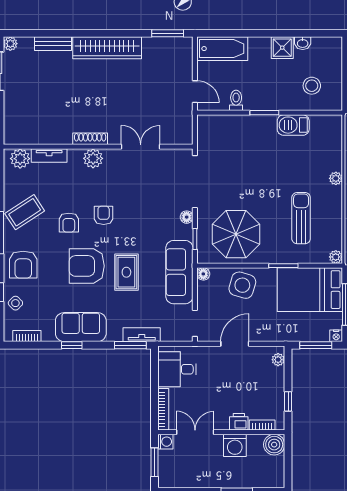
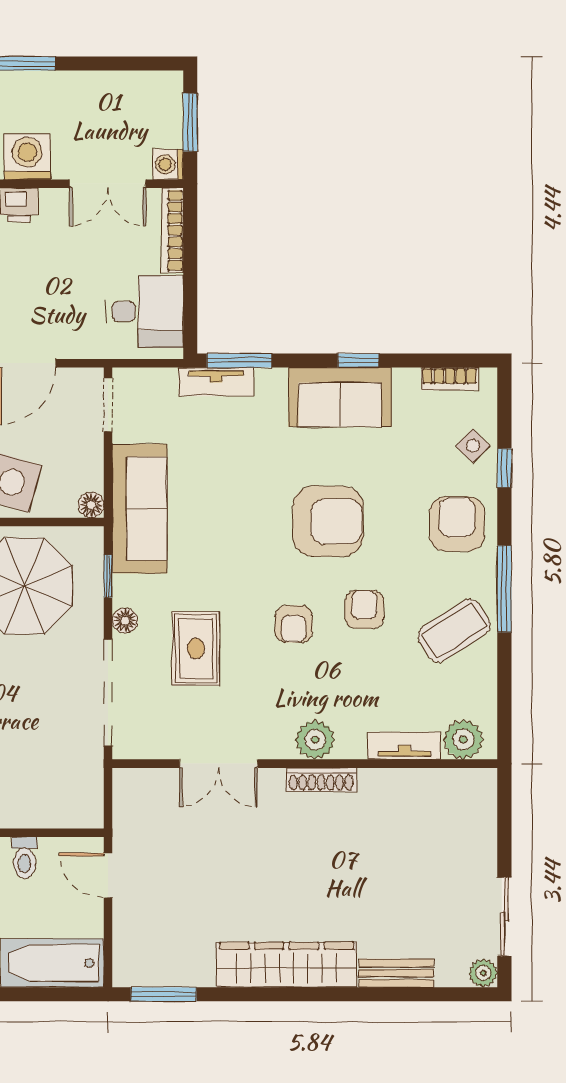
rug: (126, 272) -> (196, 648), moved

